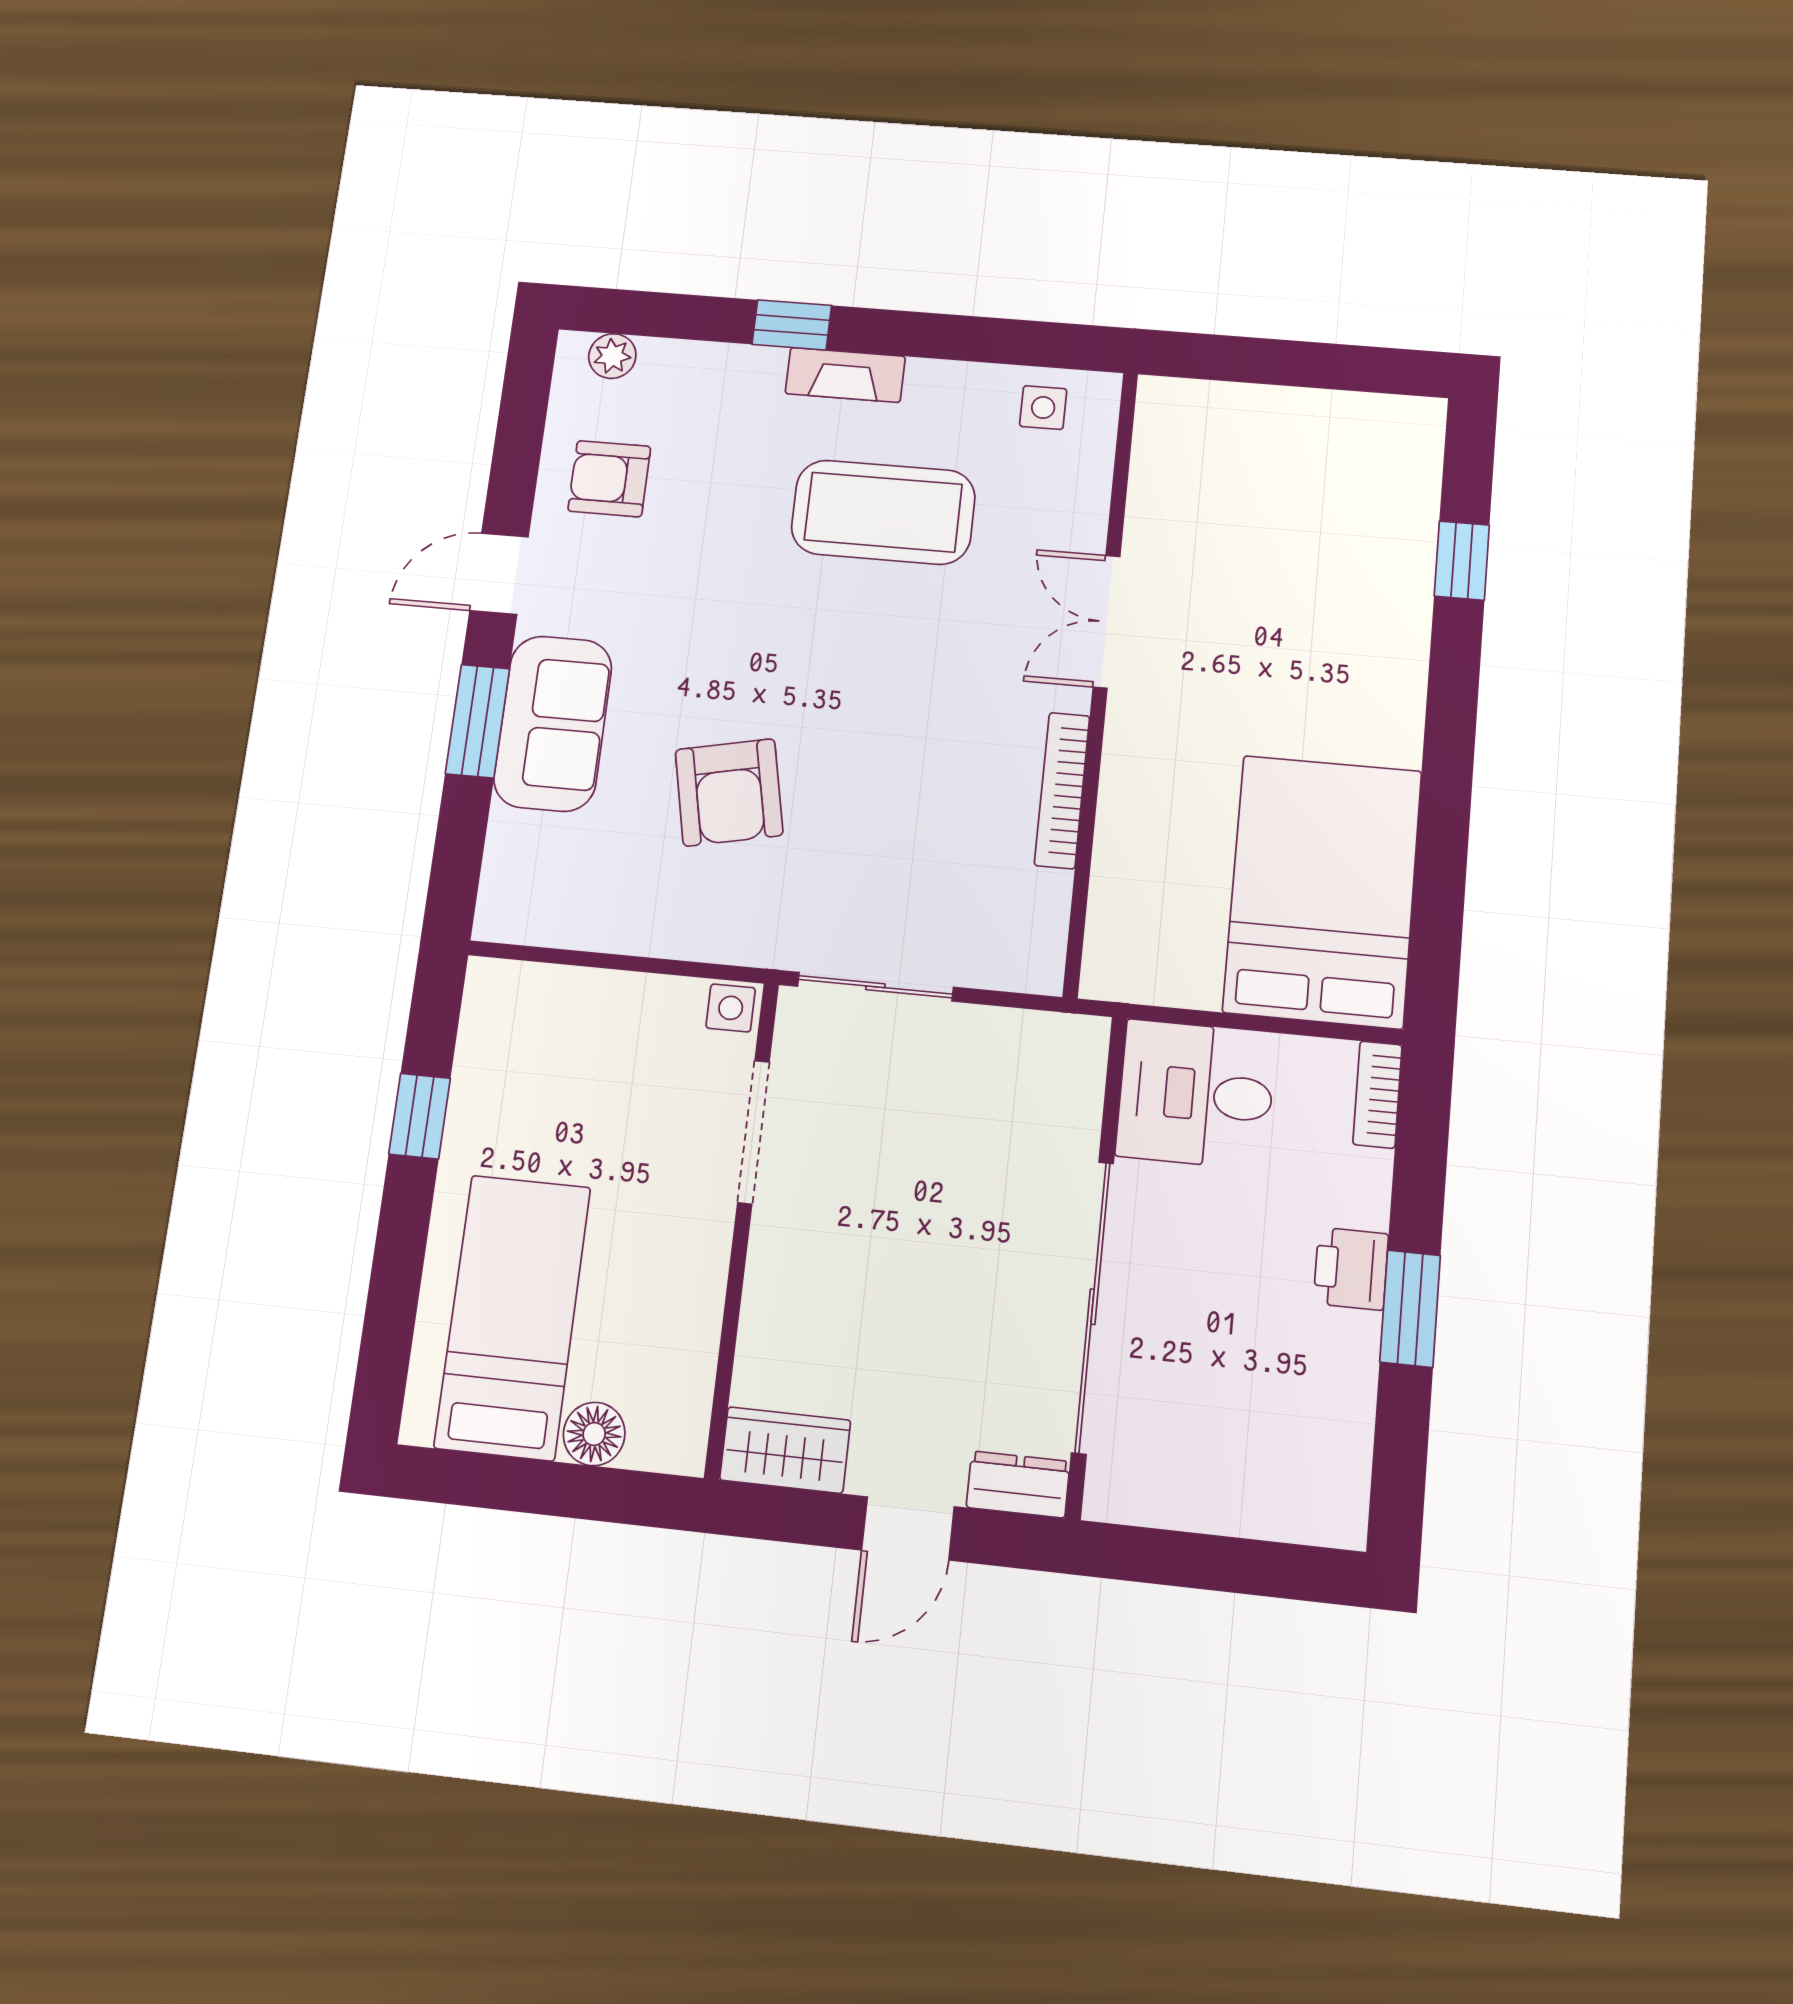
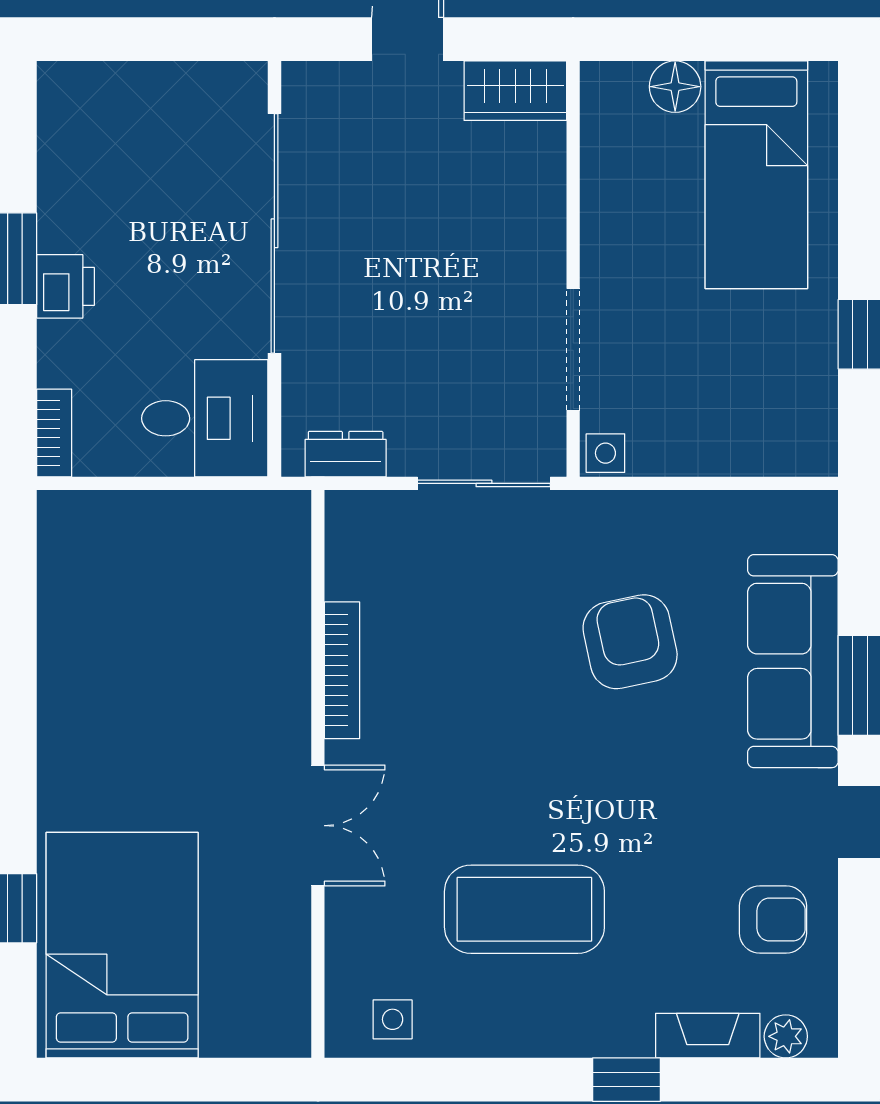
fireplace: (845, 375) -> (708, 1036), moved
sofa: (553, 723) -> (793, 661), width x1.36
bed: (1323, 891) -> (122, 945), moved, turned 180
dresser: (1018, 1484) -> (346, 454), moved, turned 180

